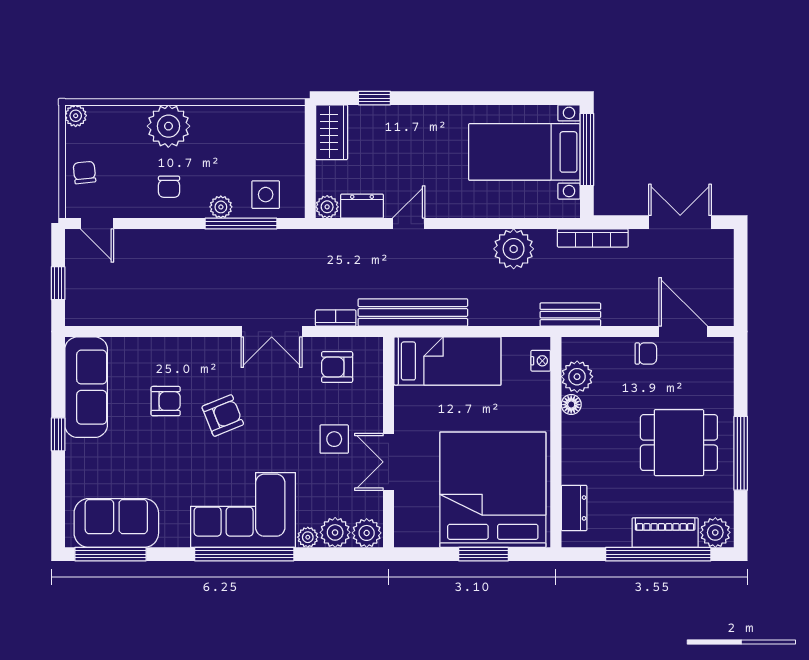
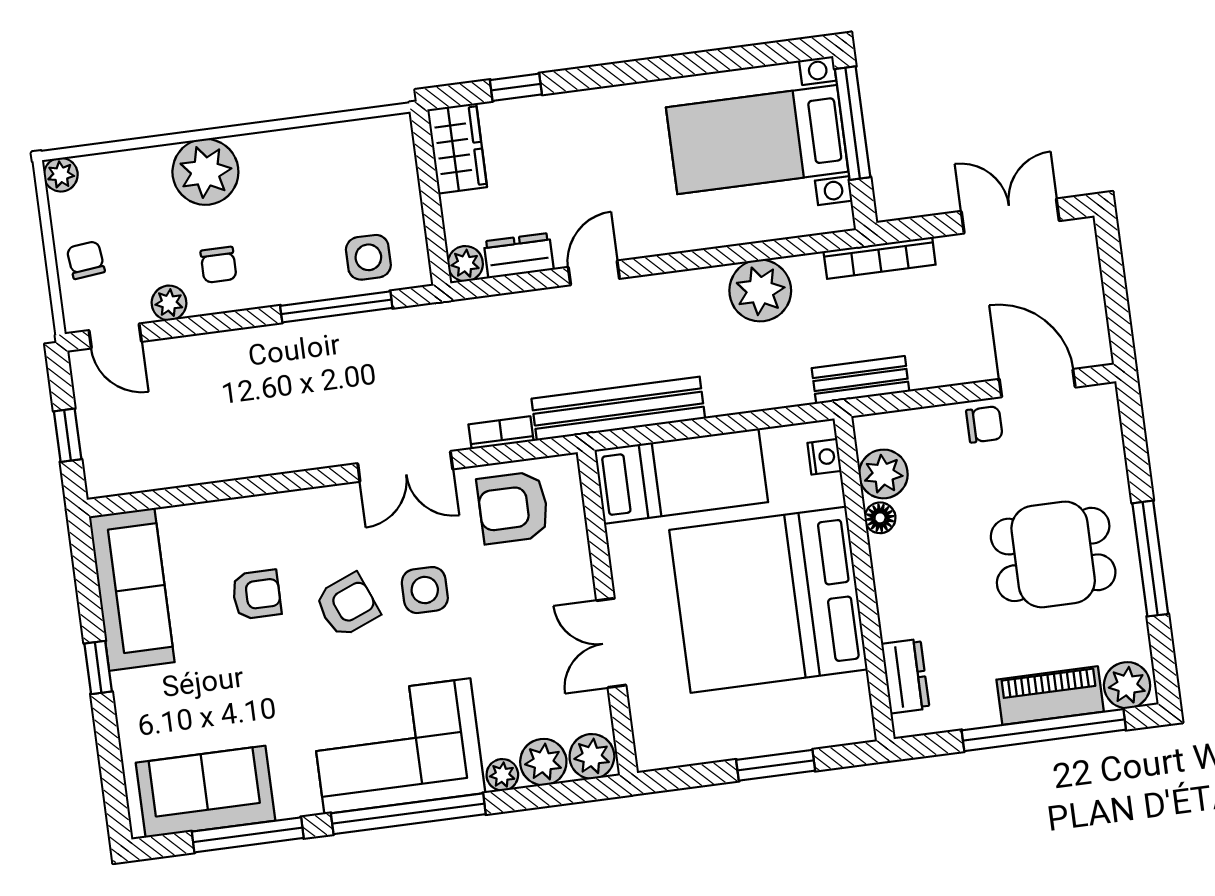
plant: (221, 207) -> (169, 303), moved
armchair: (337, 367) -> (513, 508), width x1.38, depth x1.38
side table: (334, 439) -> (425, 590), moved
bed: (493, 490) -> (768, 600), moved, turned -90
window: (111, 554) -> (248, 835), moved

